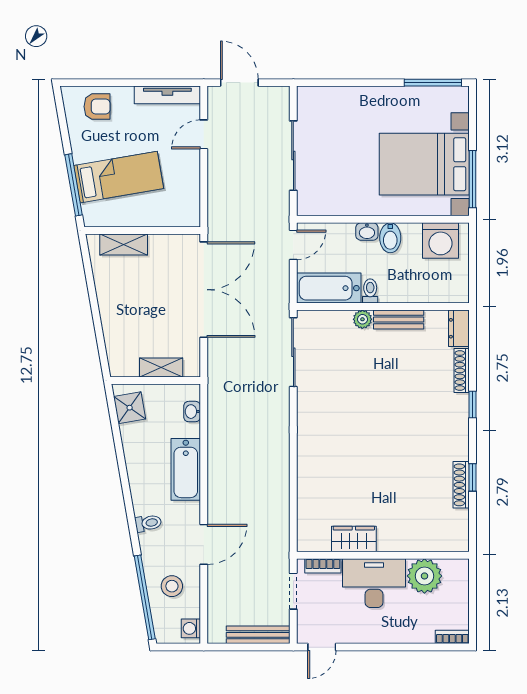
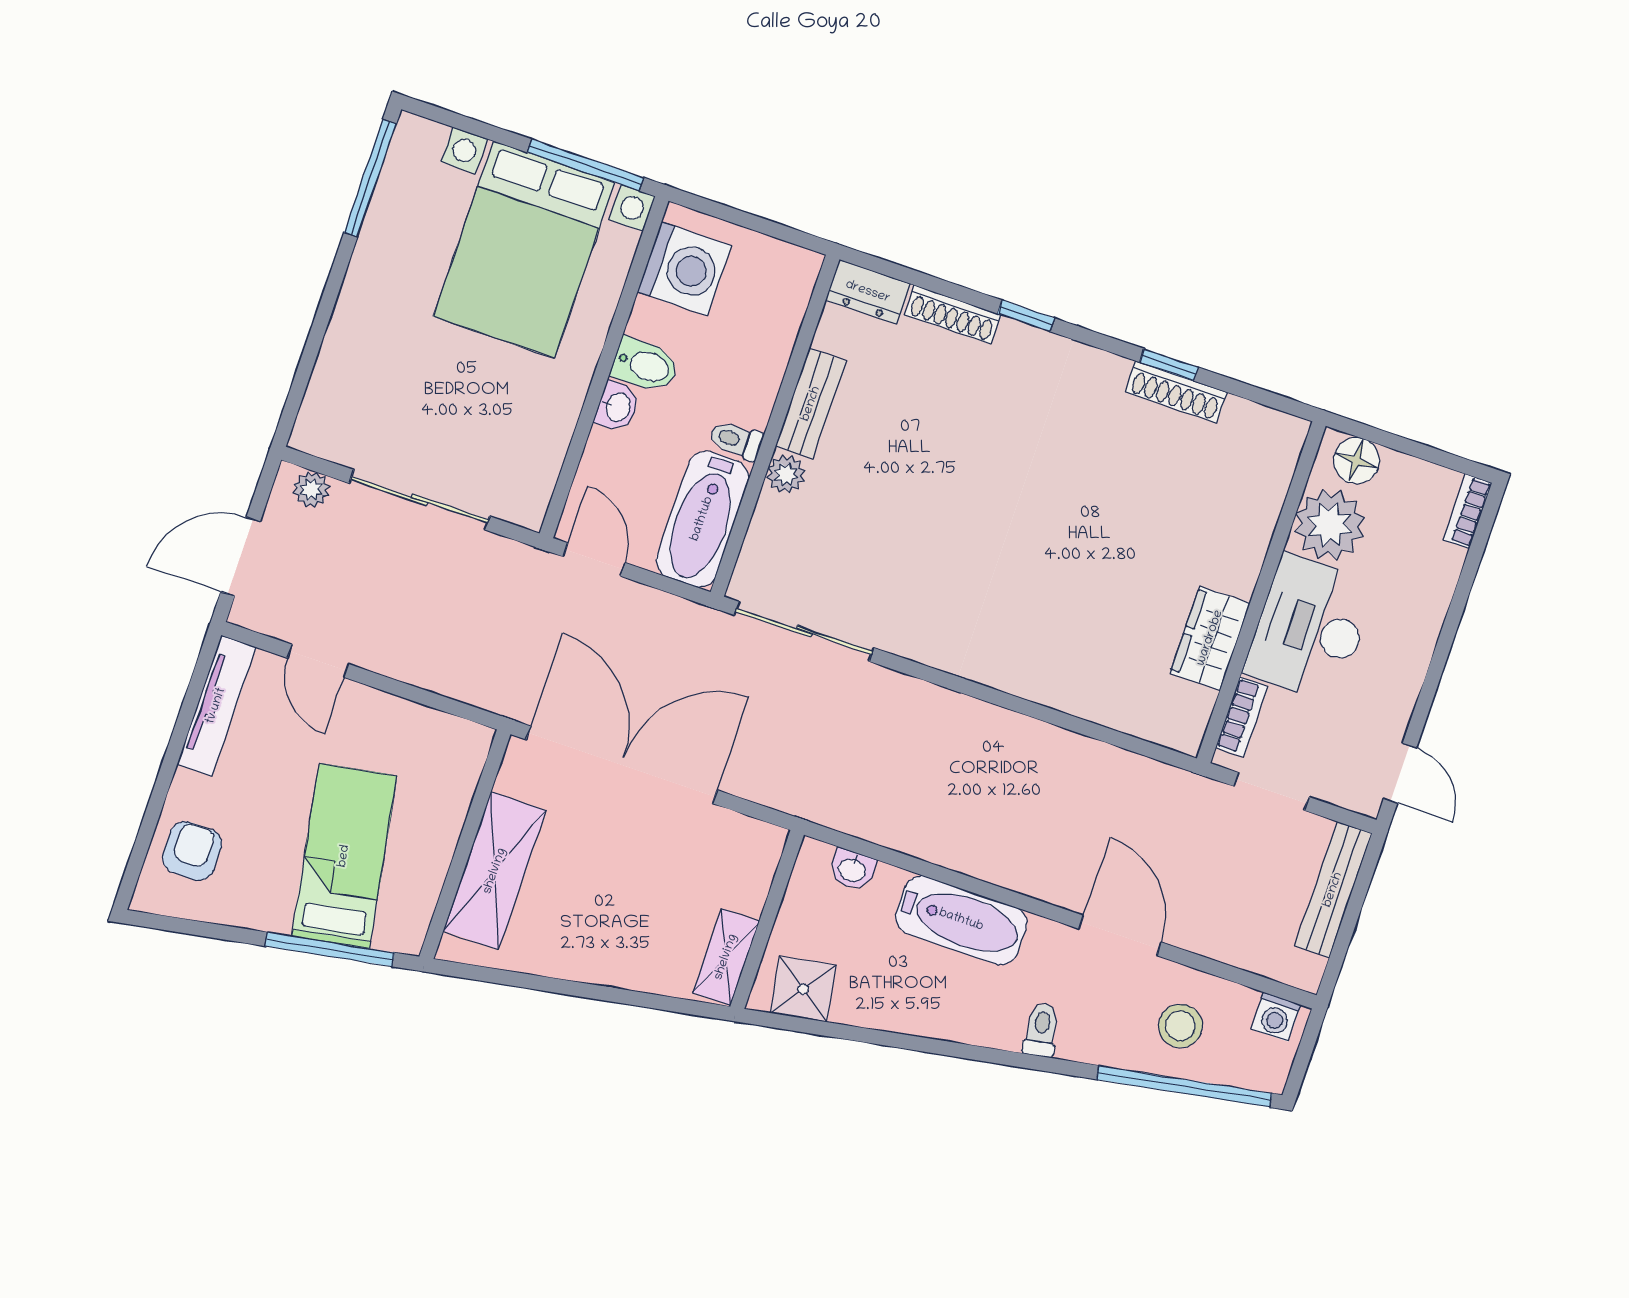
plant: (281, 104) -> (311, 489), added
shelving: (124, 244) -> (495, 871), width x1.50, depth x1.33
shelving: (161, 367) -> (726, 957), moved
floor lamp: (458, 578) -> (1356, 461), added

